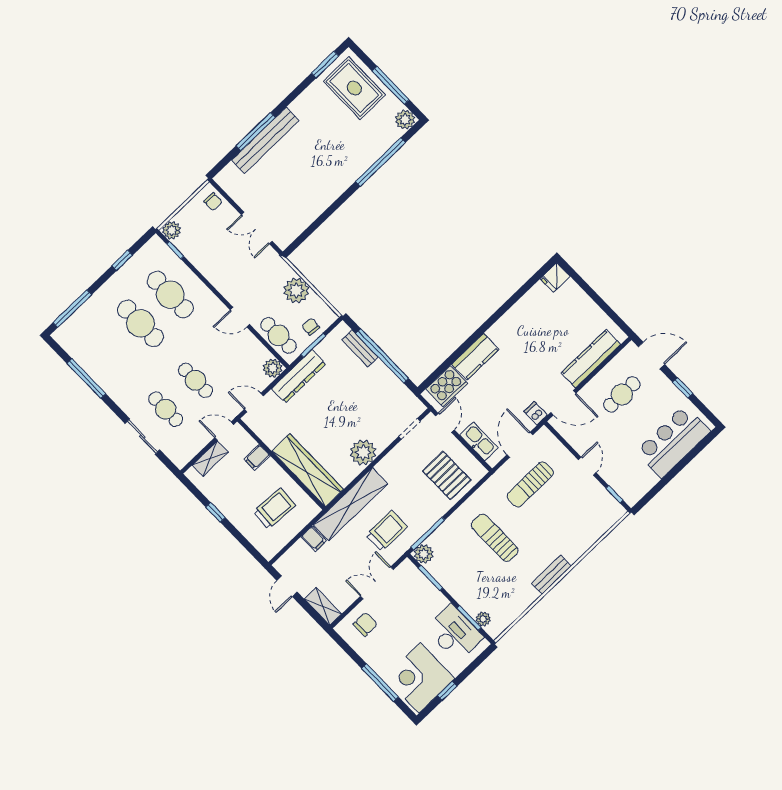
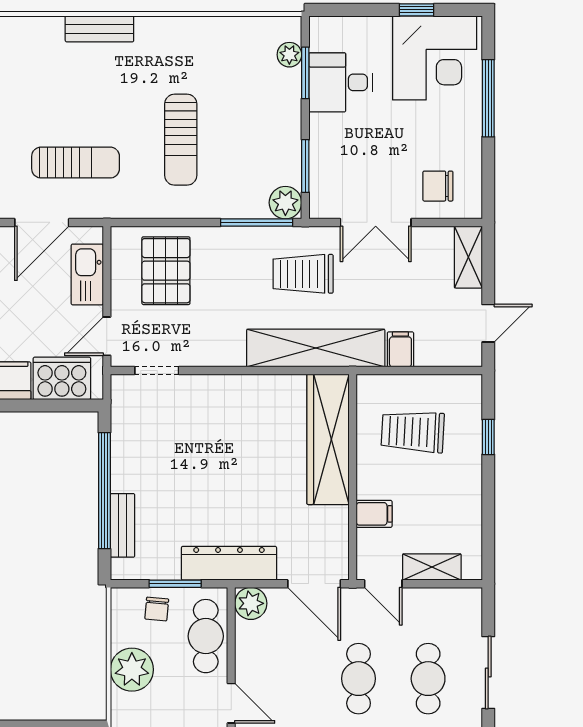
door: (254, 403) -> (314, 584), width x1.38
plant: (363, 452) -> (240, 396), removed
window: (215, 512) -> (488, 437), moved
bench: (551, 575) -> (99, 29), moved
desk: (454, 633) -> (341, 82), width x0.73

